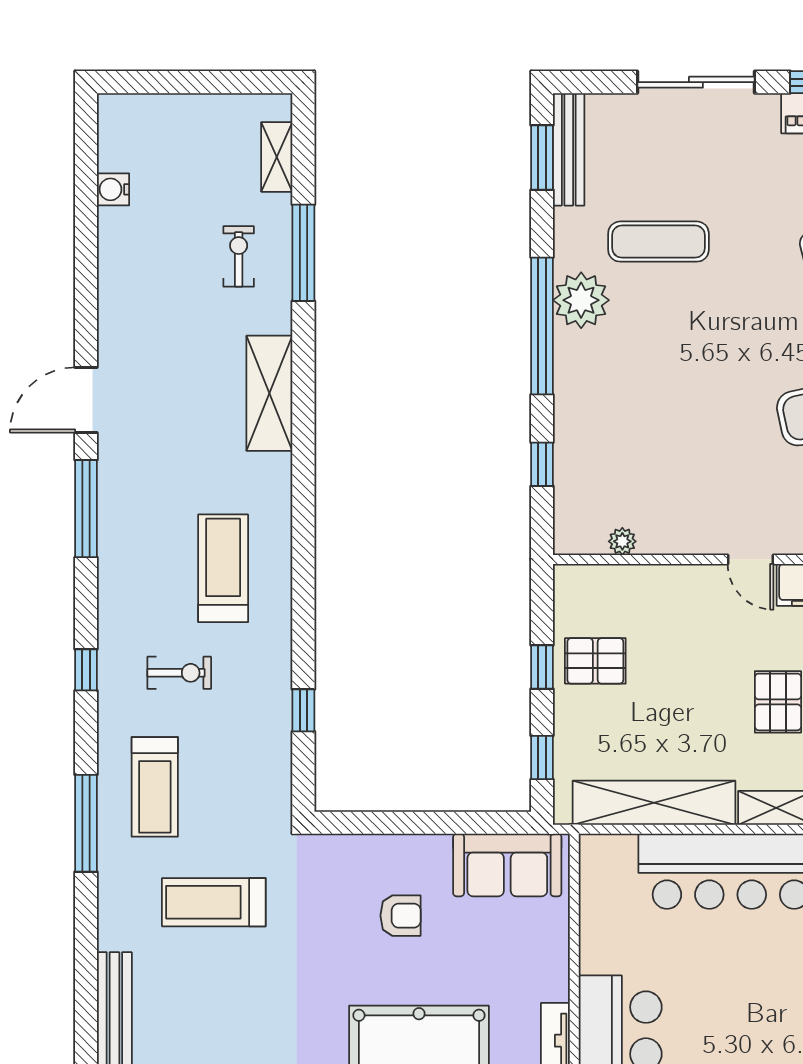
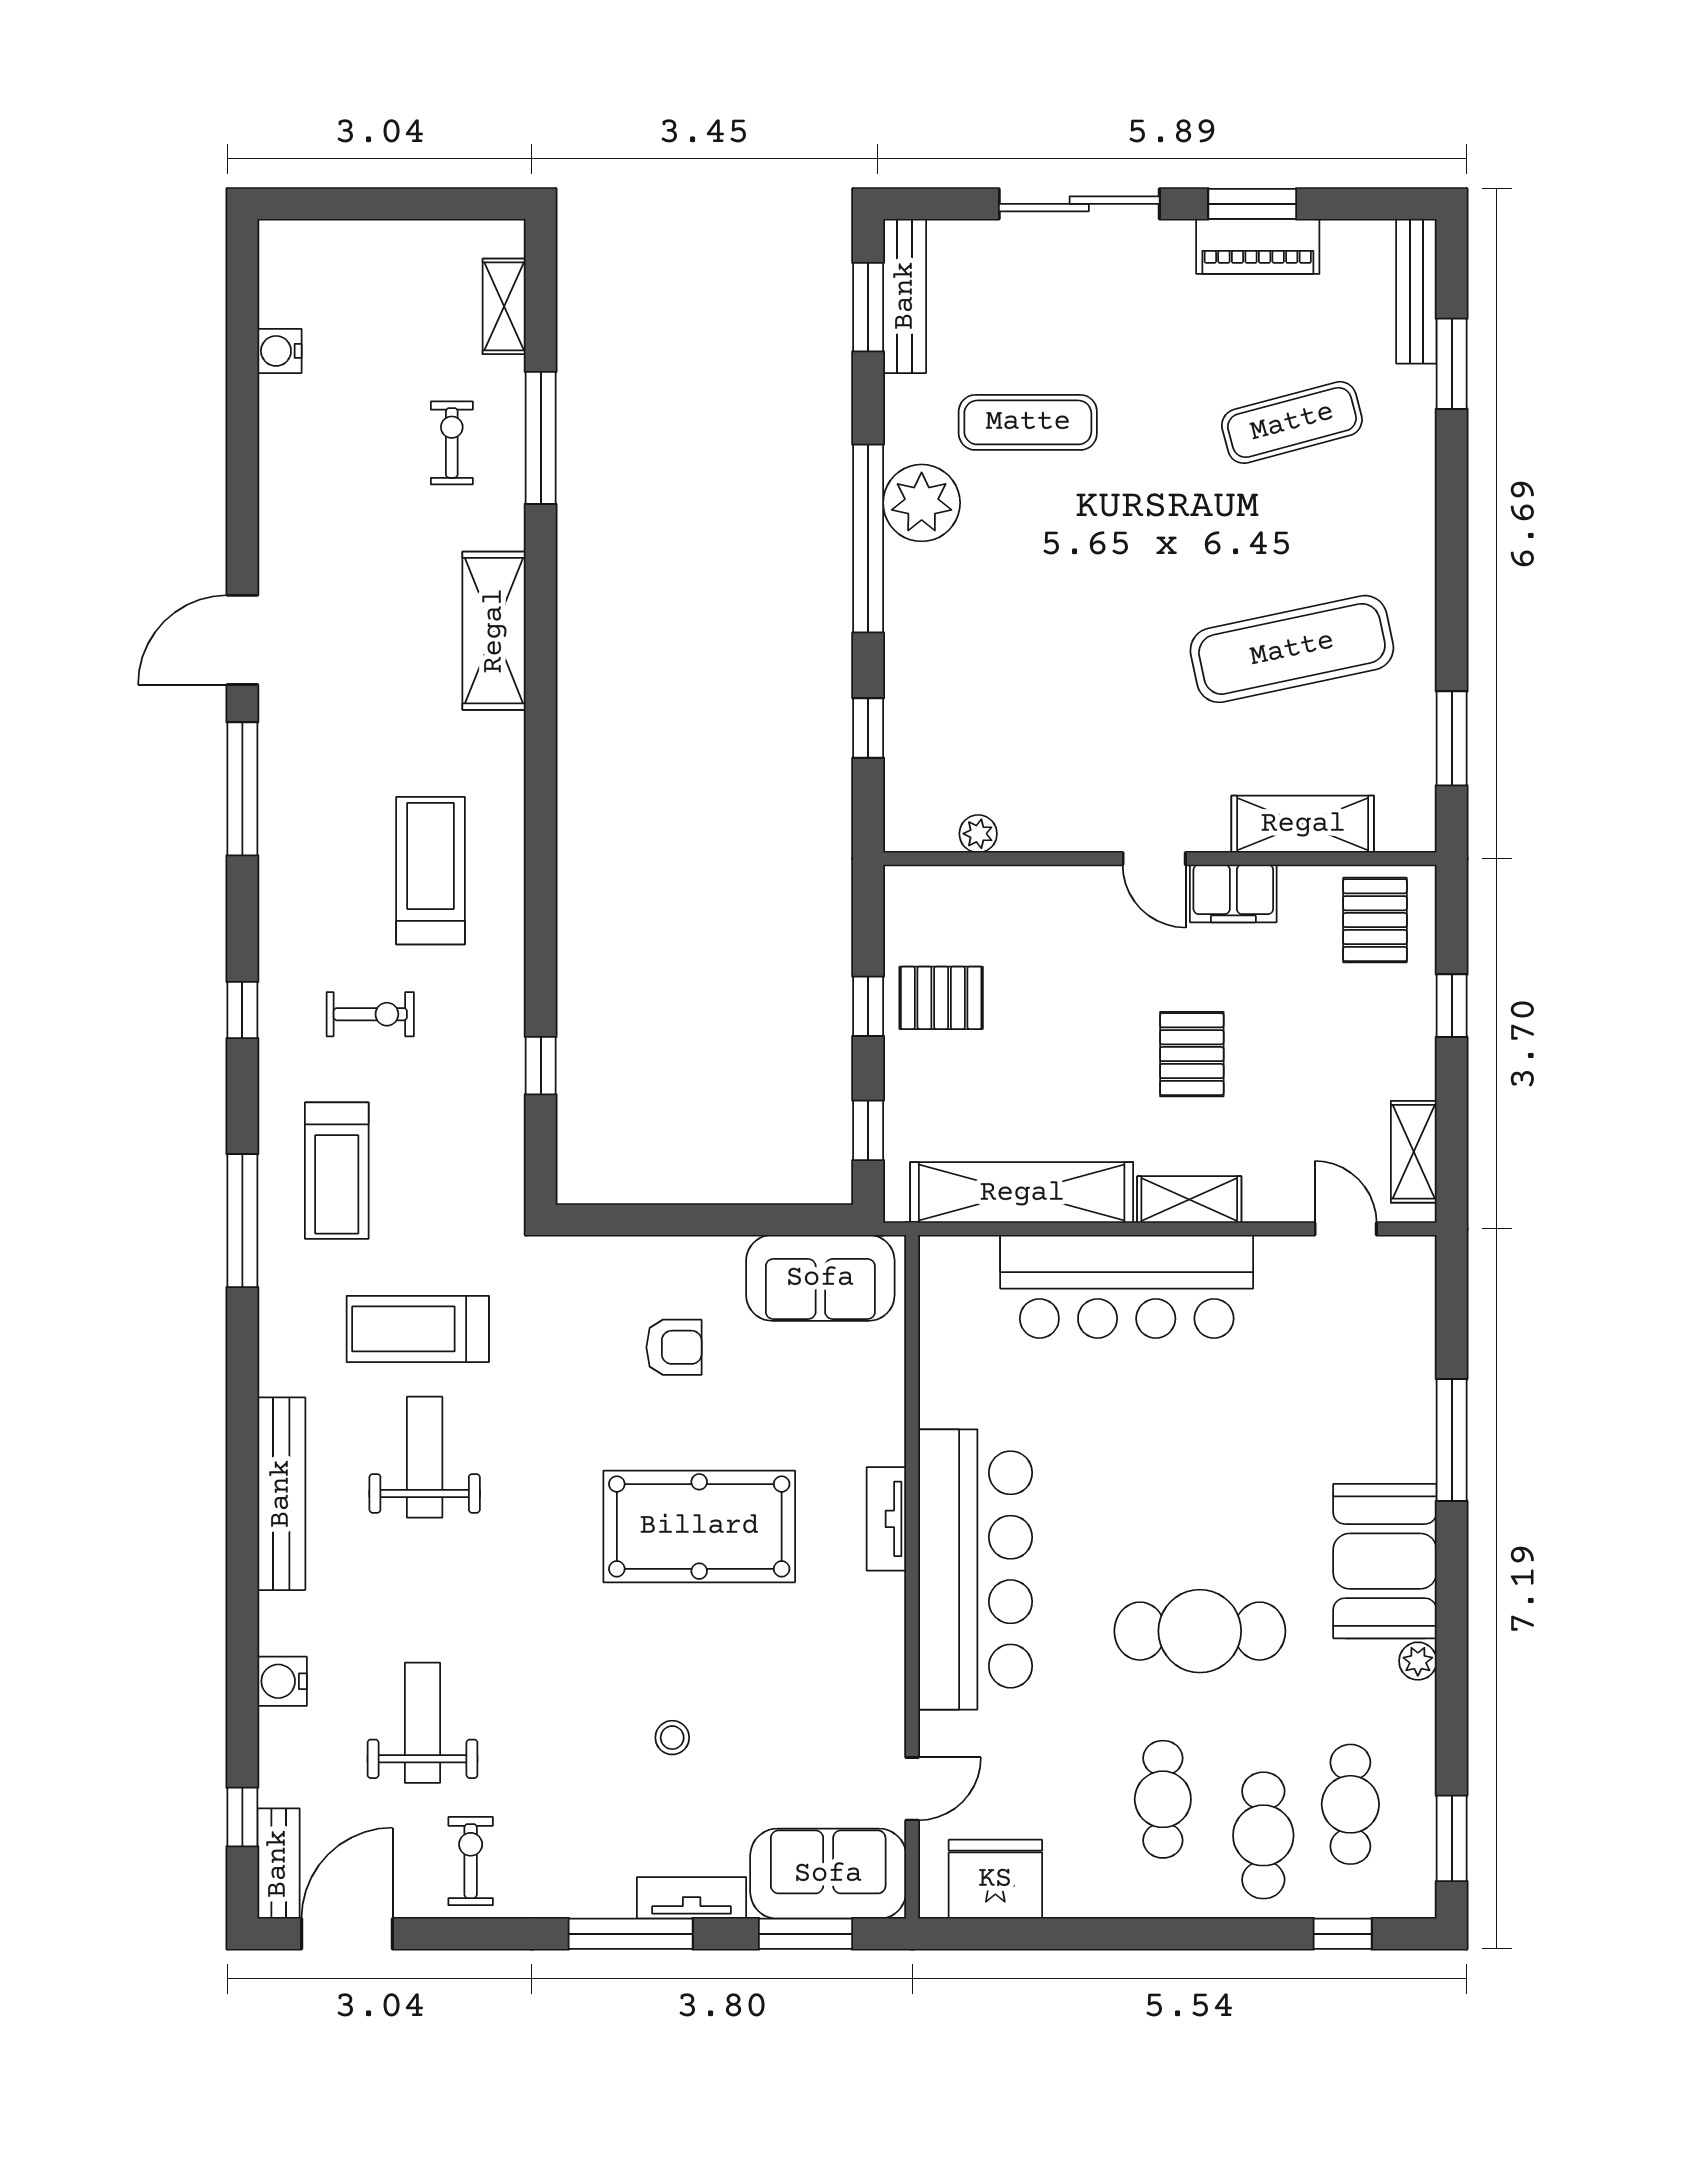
weight bench: (219, 996) -> (425, 1457), added

